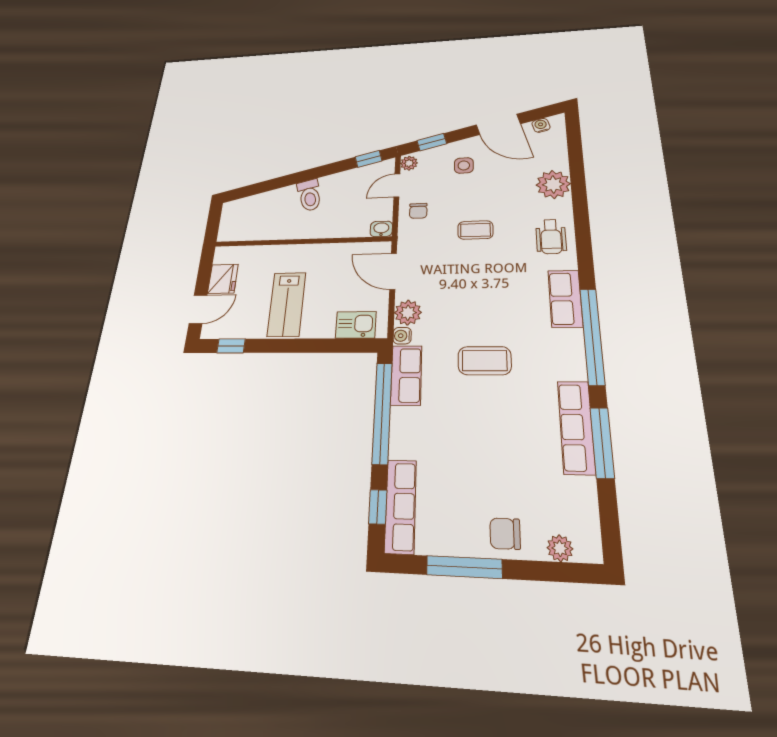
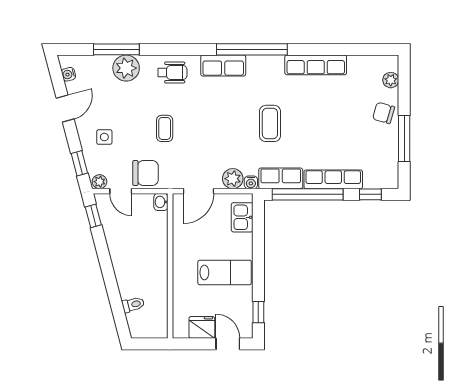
door: (498, 124) -> (65, 109), width x0.73
toilet: (309, 195) -> (133, 305), moved, width x0.73, depth x0.72
chair: (418, 211) -> (146, 173), width x1.87, depth x1.87
window: (602, 443) -> (116, 49), moved
row of seats: (401, 506) -> (333, 179), moved
chair: (505, 534) -> (384, 113), turned 106

